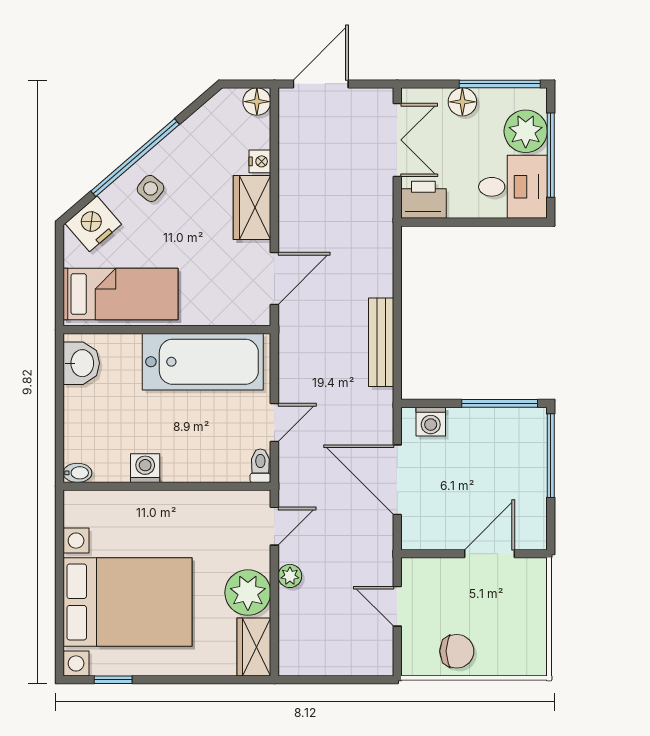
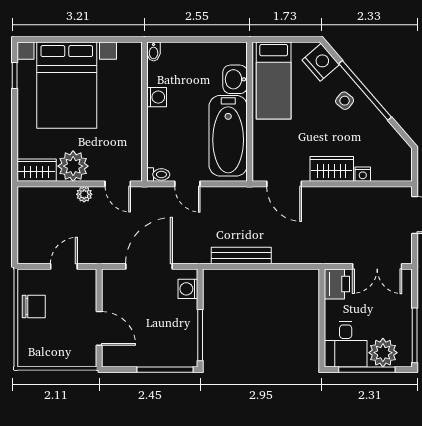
floor lamp: (257, 102) -> (403, 172), removed
floor lamp: (462, 102) -> (403, 310), removed
washbasin: (81, 363) -> (235, 79), moved, turned 90
chair: (457, 651) -> (34, 306), turned -90

